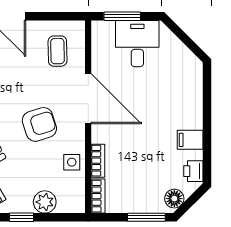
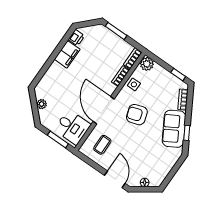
desk: (137, 44) -> (72, 127), moved, turned -90
plant: (178, 49) -> (42, 104), added
filing cabinet: (190, 140) -> (67, 54), width x2.00
floor lamp: (174, 199) -> (96, 31), removed
plant: (45, 202) -> (147, 64), moved

